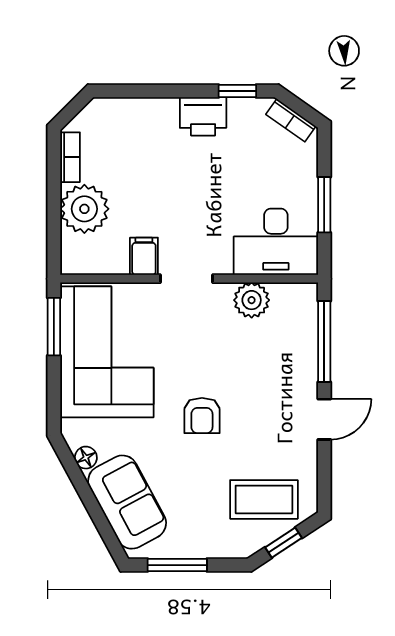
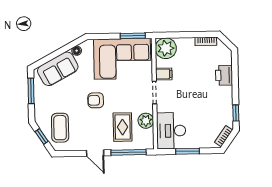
printer: (203, 116) -> (224, 75), moved
plant: (84, 209) -> (166, 48), moved
rug: (265, 354) -> (123, 127), added

